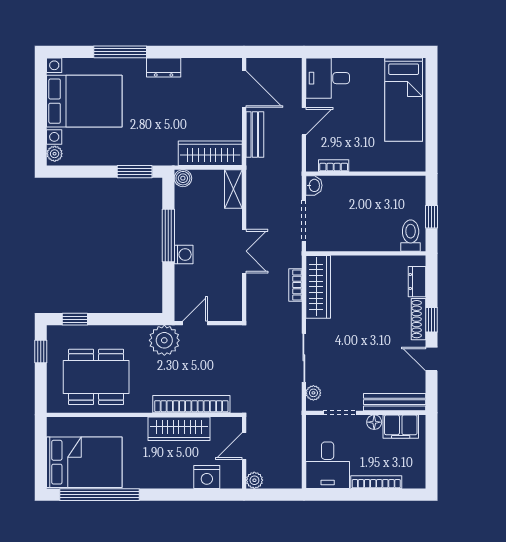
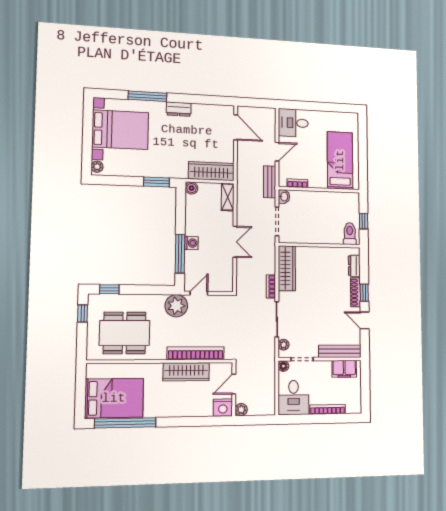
bed: (404, 100) -> (340, 160), moved, turned 180
bench: (255, 135) -> (270, 182), moved
window: (168, 235) -> (180, 254), moved
bookcase: (295, 285) -> (271, 286), moved
floor lamp: (374, 422) -> (283, 366), moved
nightstand: (207, 477) -> (223, 408), moved

